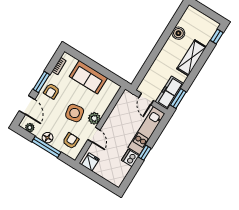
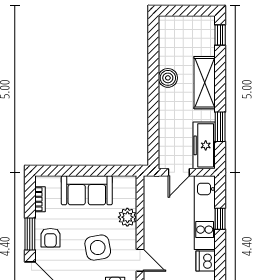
boiler: (178, 33) -> (168, 78), moved
door: (146, 99) -> (179, 172), hinge flipped
window: (178, 99) -> (220, 127), moved
plant: (94, 118) -> (127, 217), moved
window: (145, 153) -> (220, 219), moved

